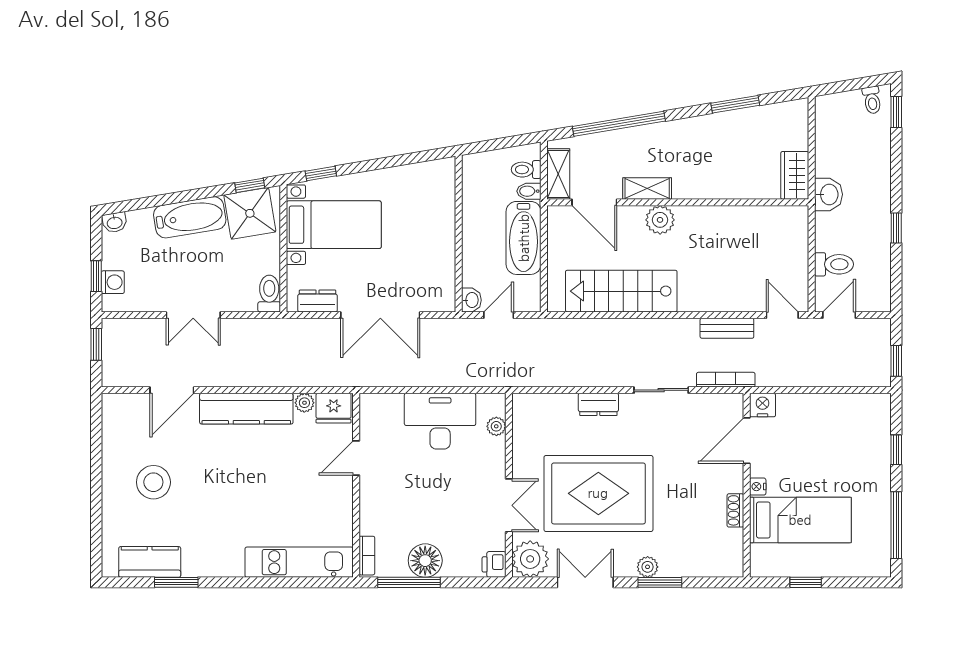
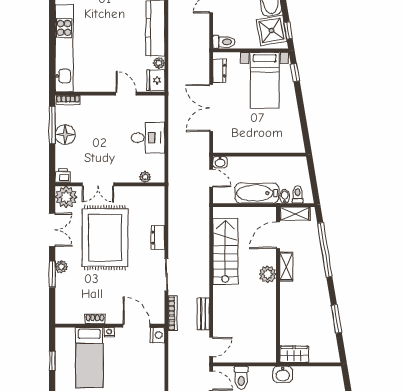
desk: (440, 421) -> (148, 138), width x0.73
kitchen unit: (299, 562) -> (64, 48), width x1.36

